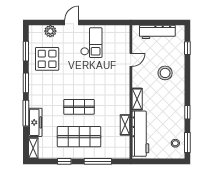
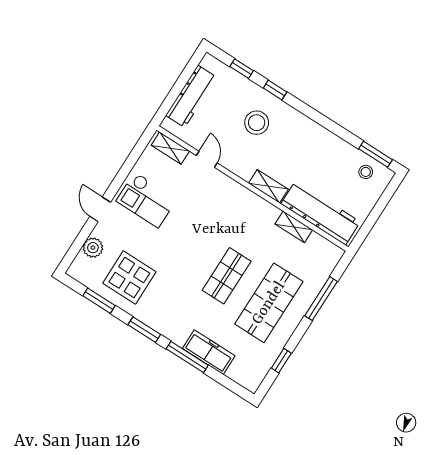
checkout: (91, 43) -> (146, 200), turned 180
window: (187, 112) -> (275, 90), moved
shelving: (33, 148) -> (170, 148), moved
window: (64, 161) -> (281, 361), moved

